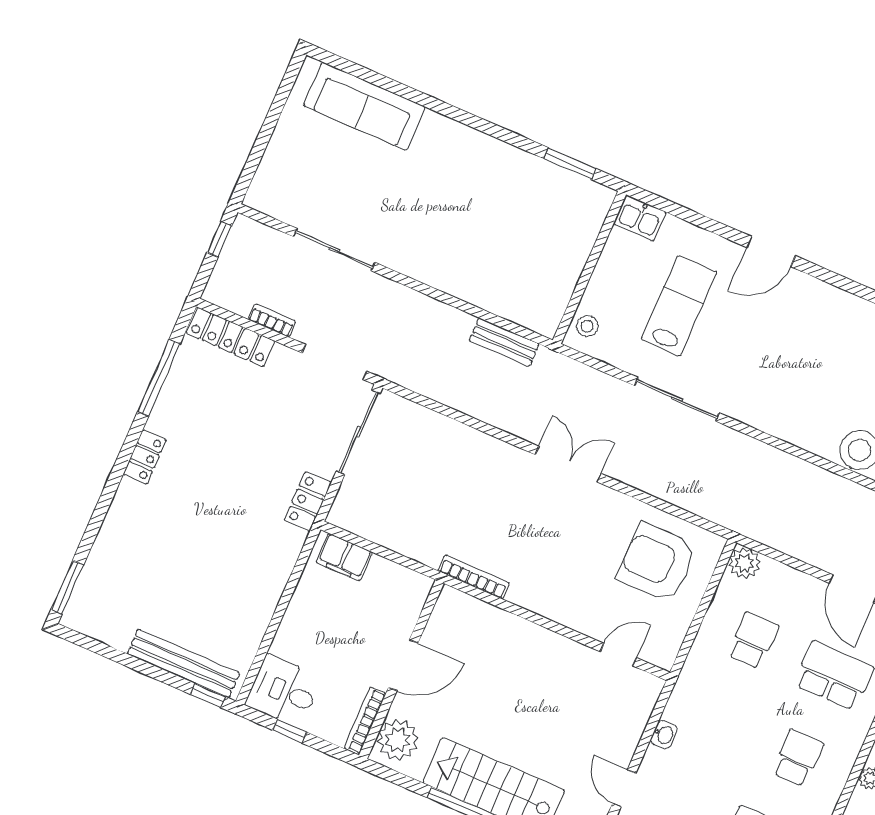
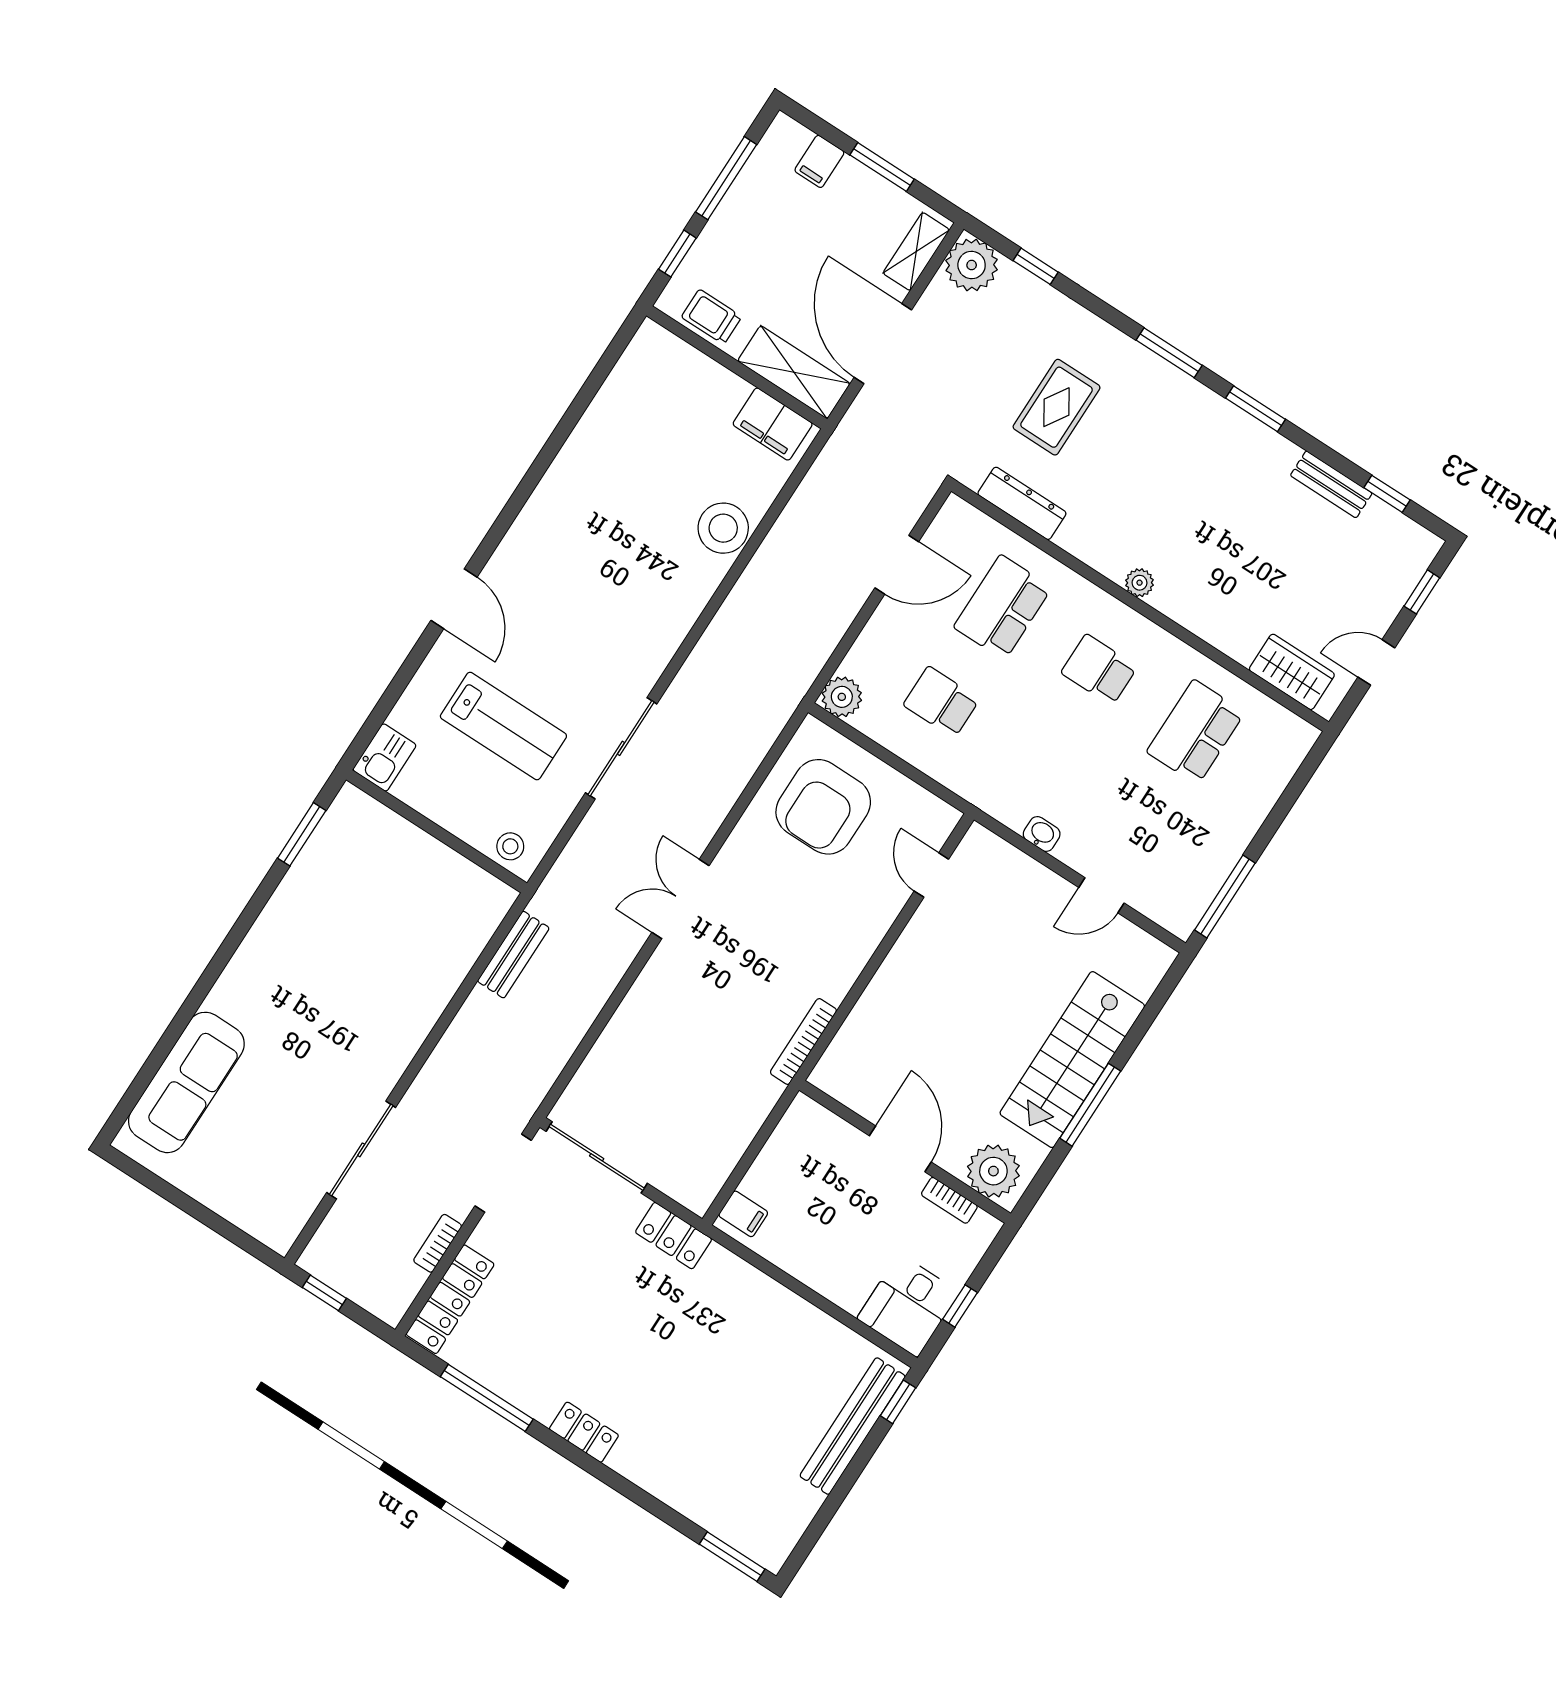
lab bench: (679, 306) -> (503, 726), turned 180
filing cabinet: (344, 557) -> (743, 1214), width x0.50
bookcase: (365, 721) -> (949, 1200), width x0.64

